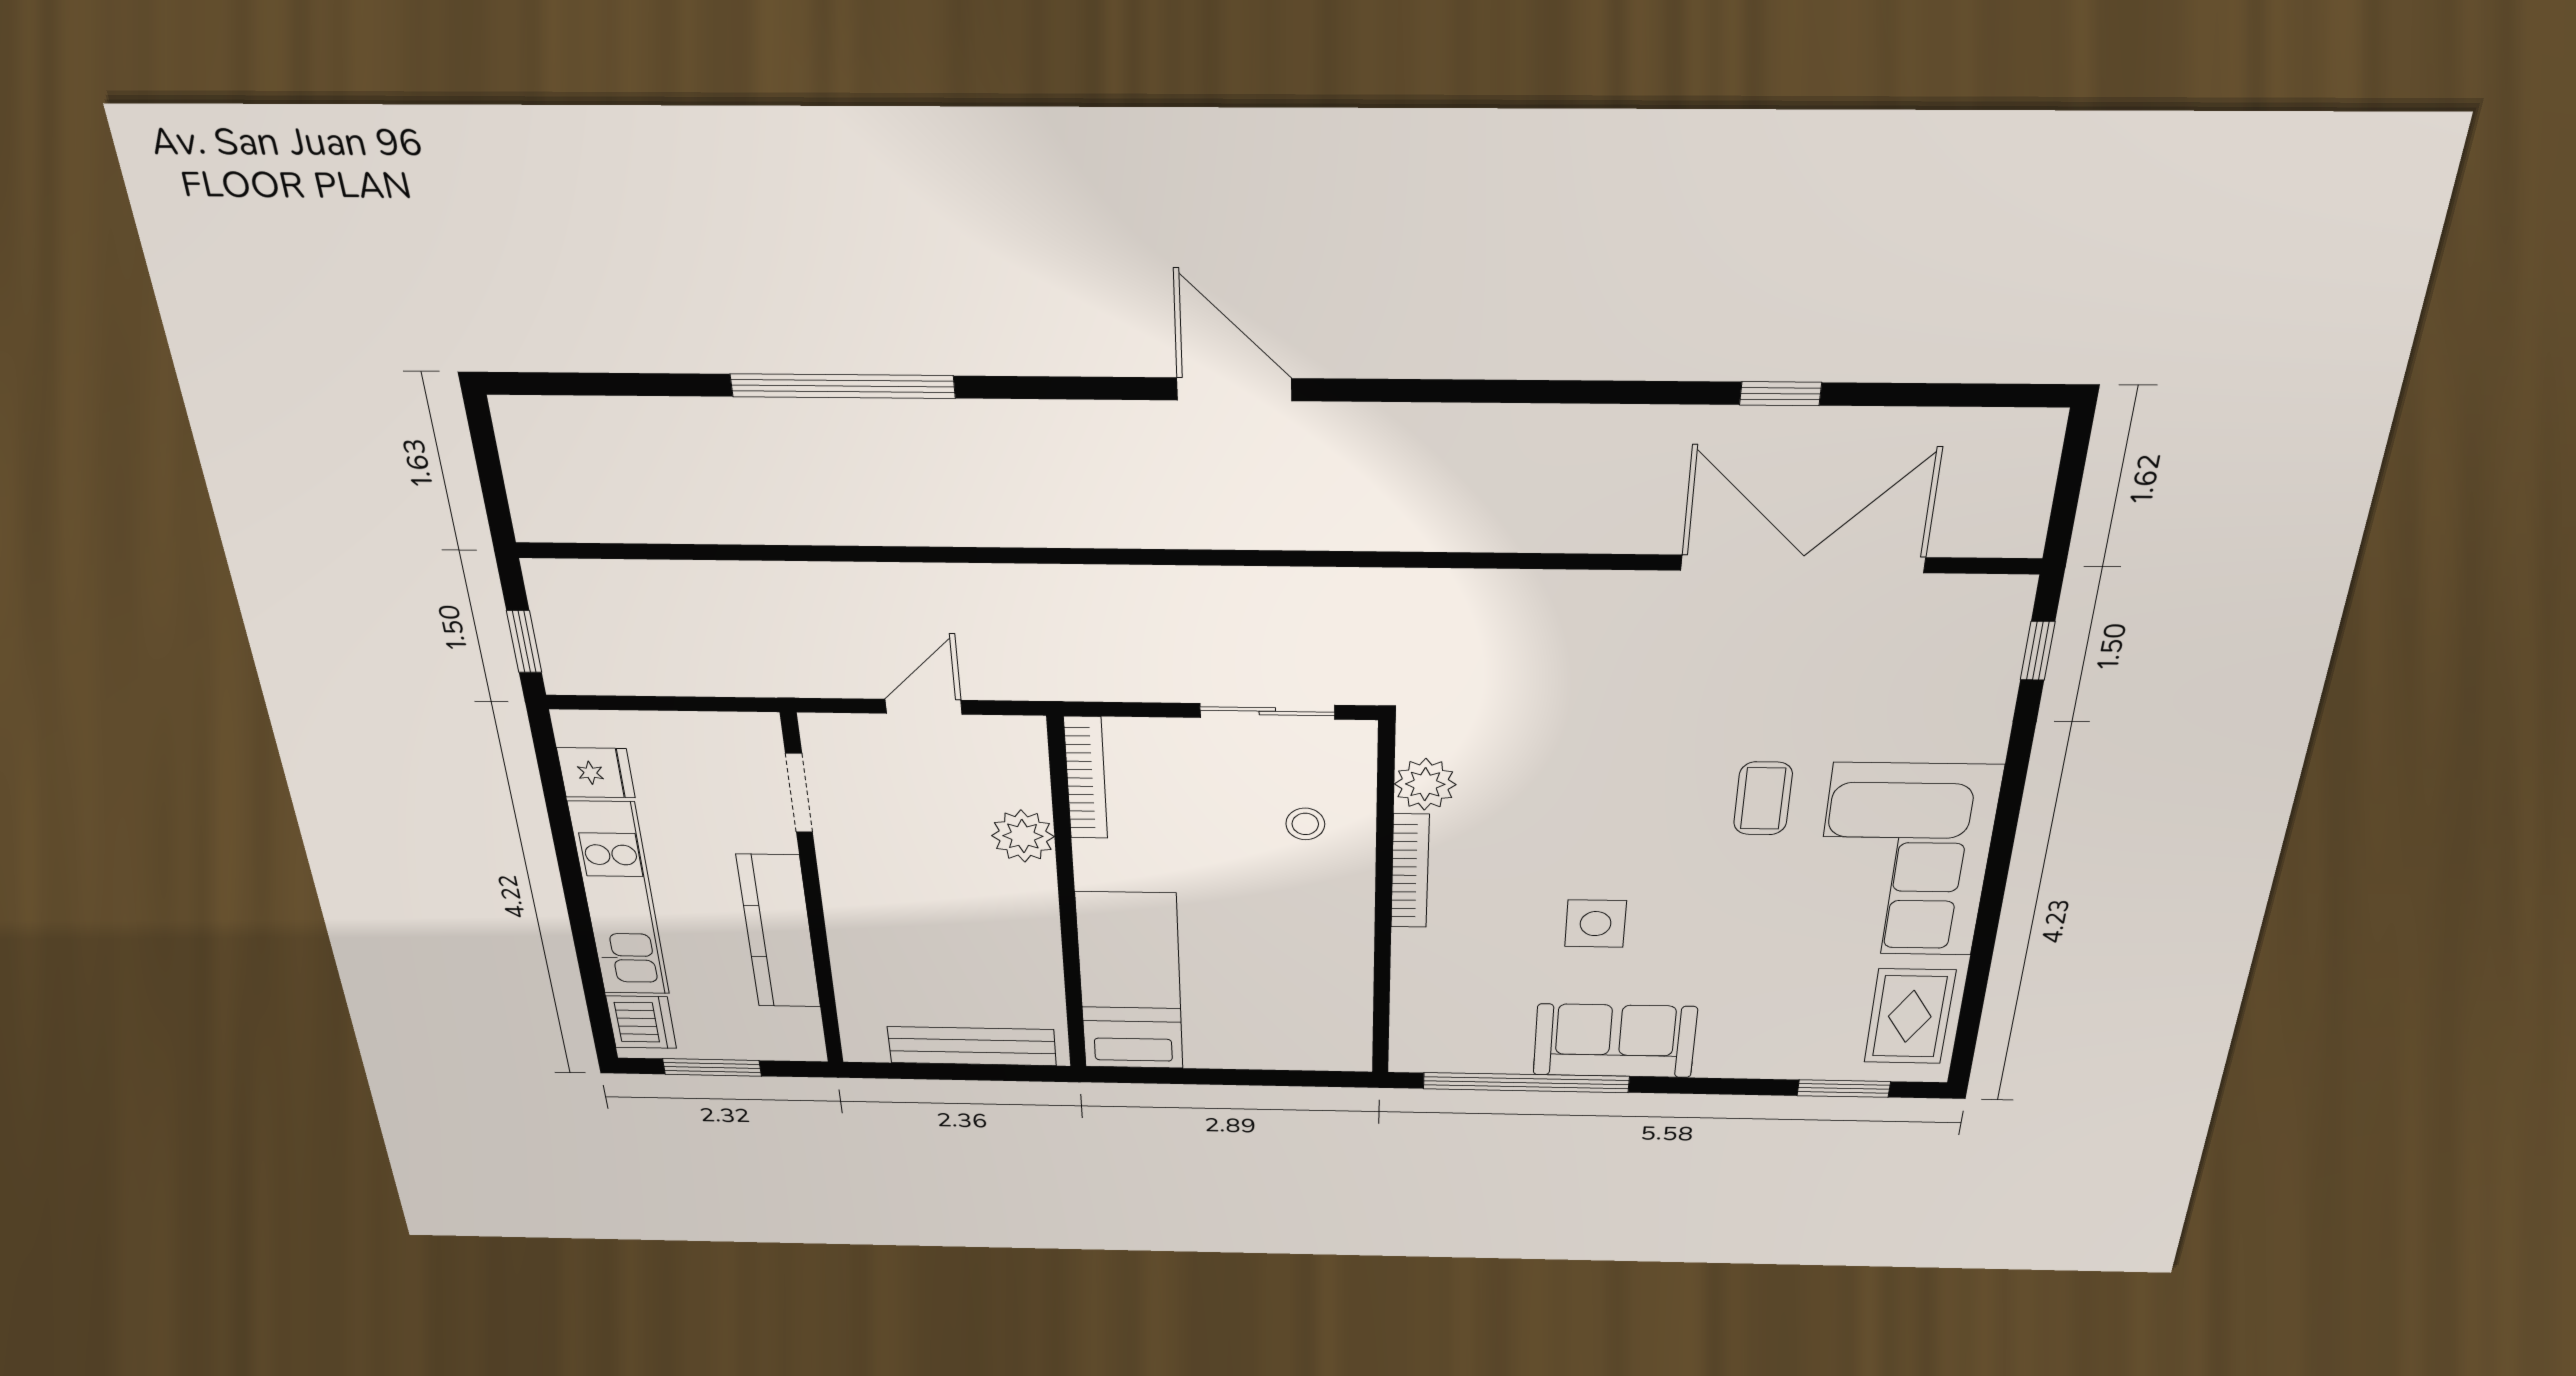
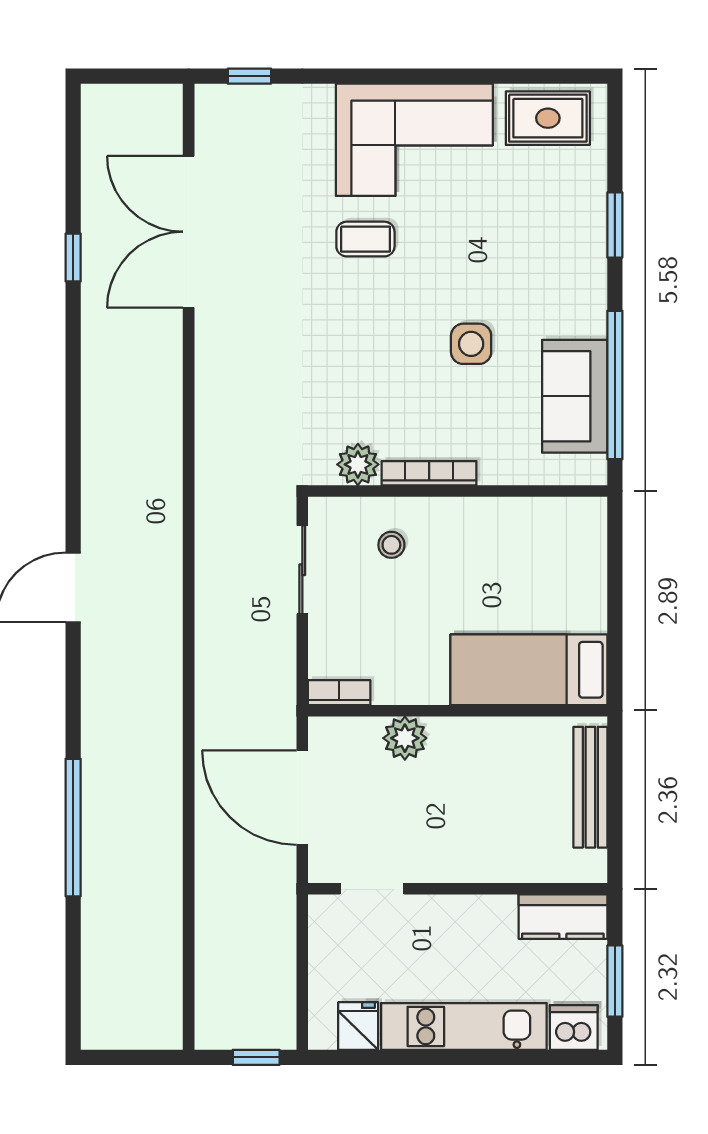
door: (924, 707) -> (302, 798), width x1.88
bookcase: (1086, 778) -> (339, 693), width x0.64
kitchen counter: (779, 932) -> (563, 917), moved, width x0.67
sofa: (1615, 1041) -> (575, 396), moved
window: (1844, 1089) -> (615, 225), moved

